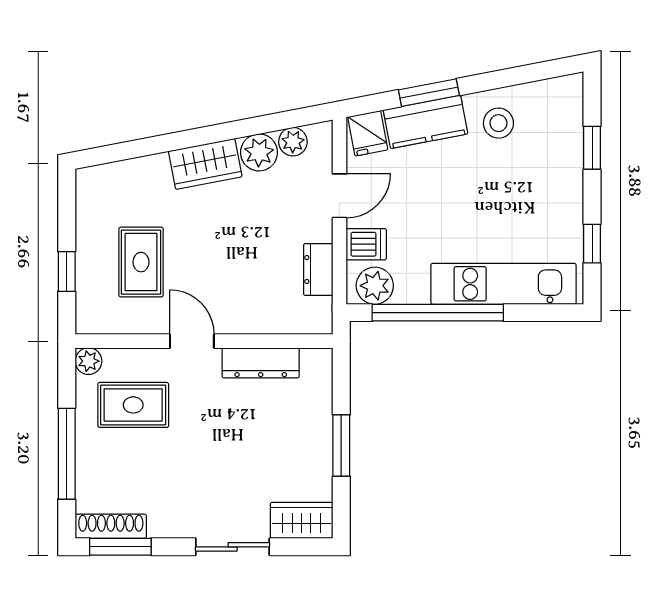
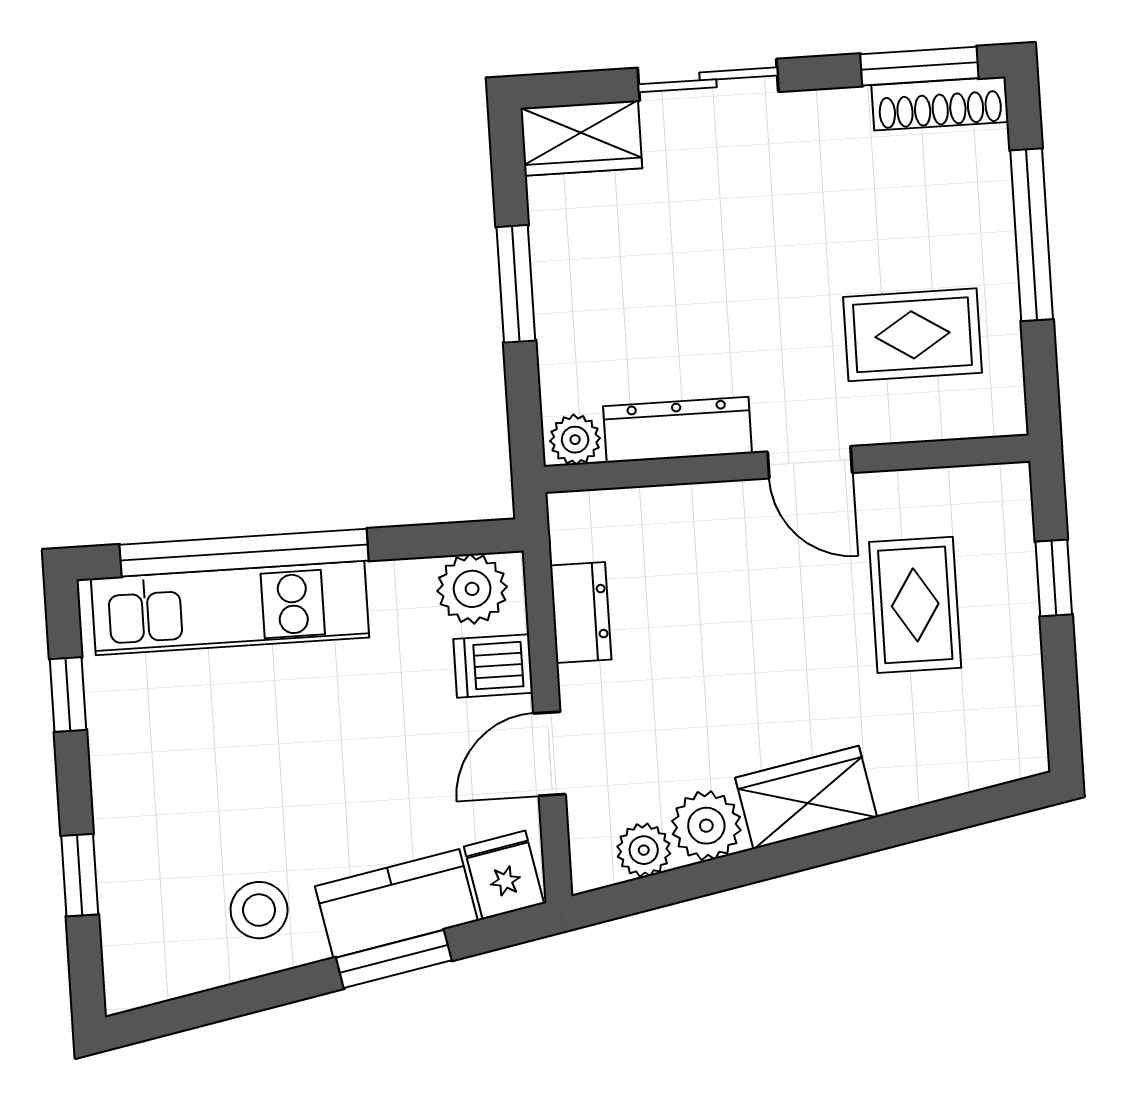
window: (438, 313) -> (244, 553), moved
plant: (89, 361) -> (575, 440), moved

